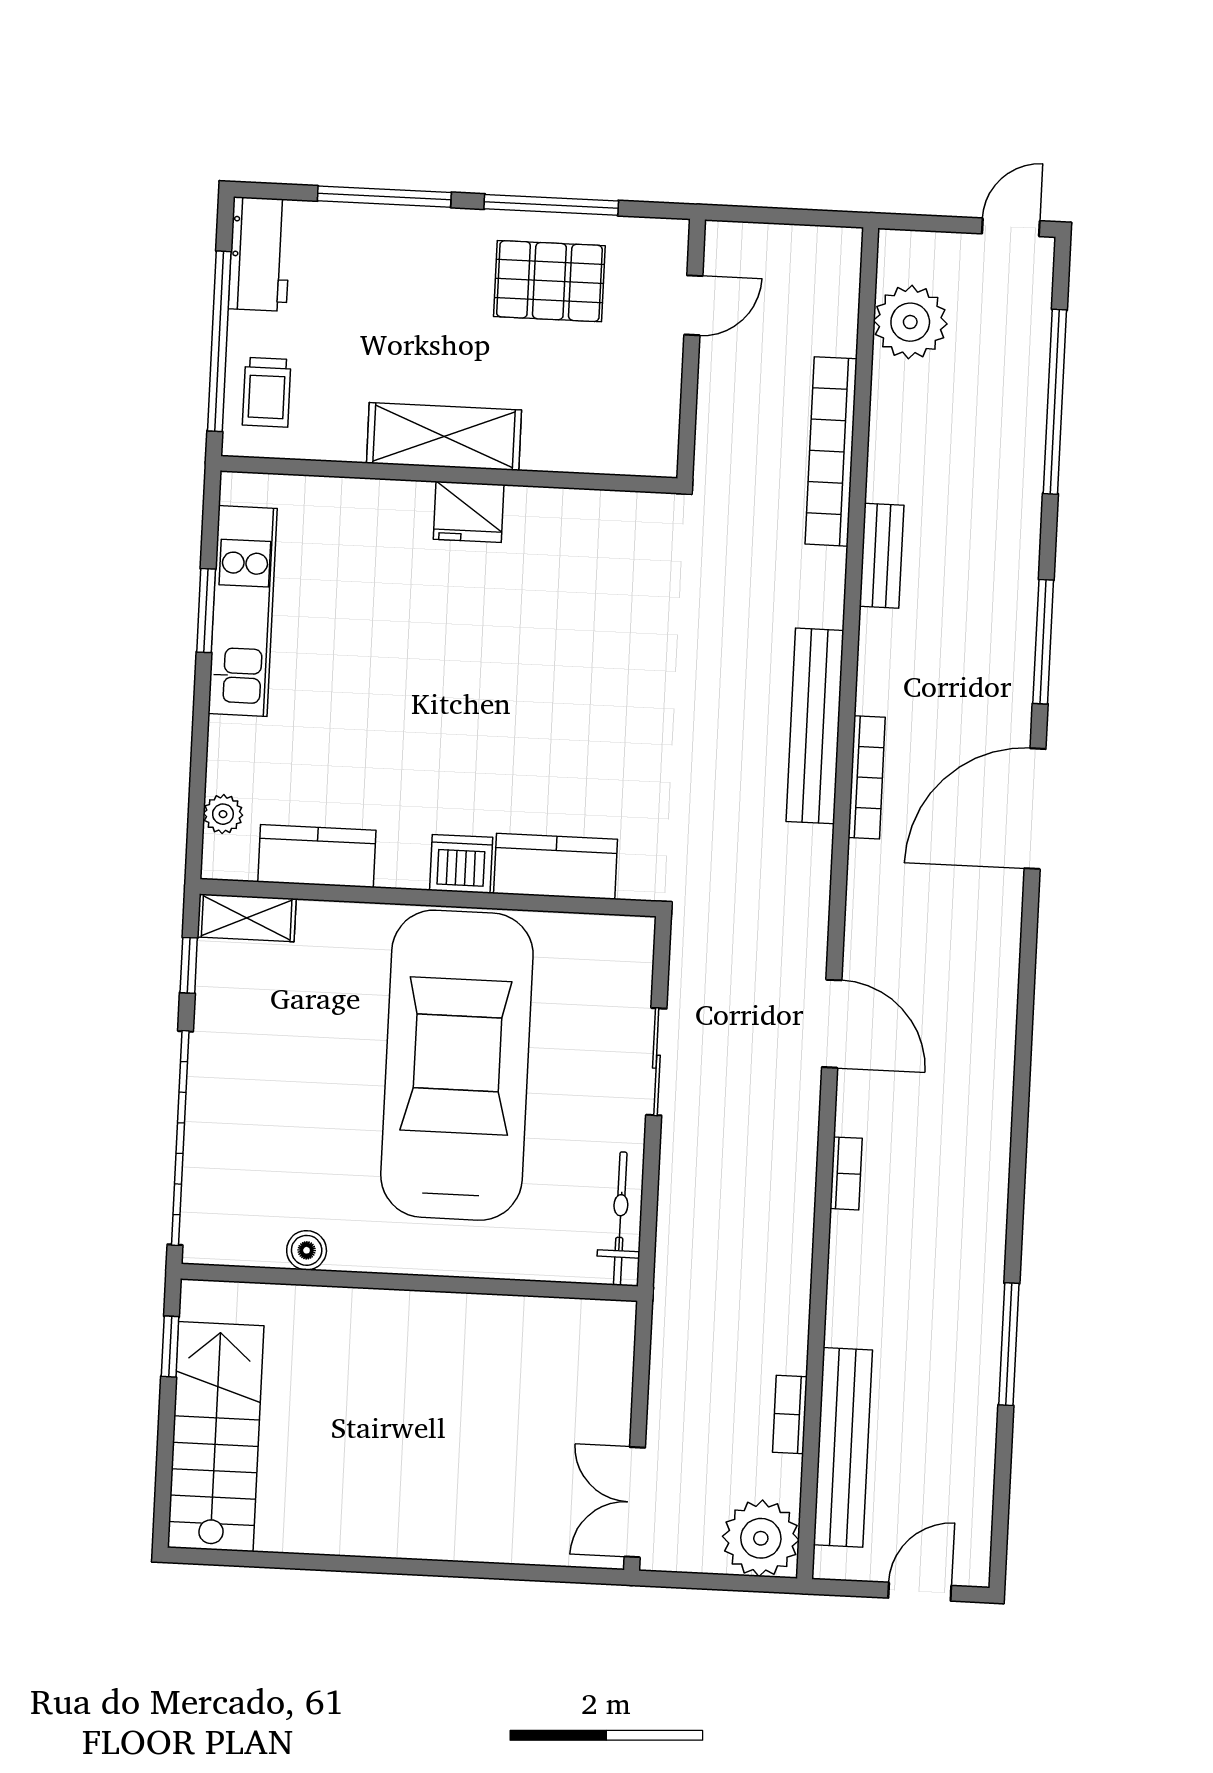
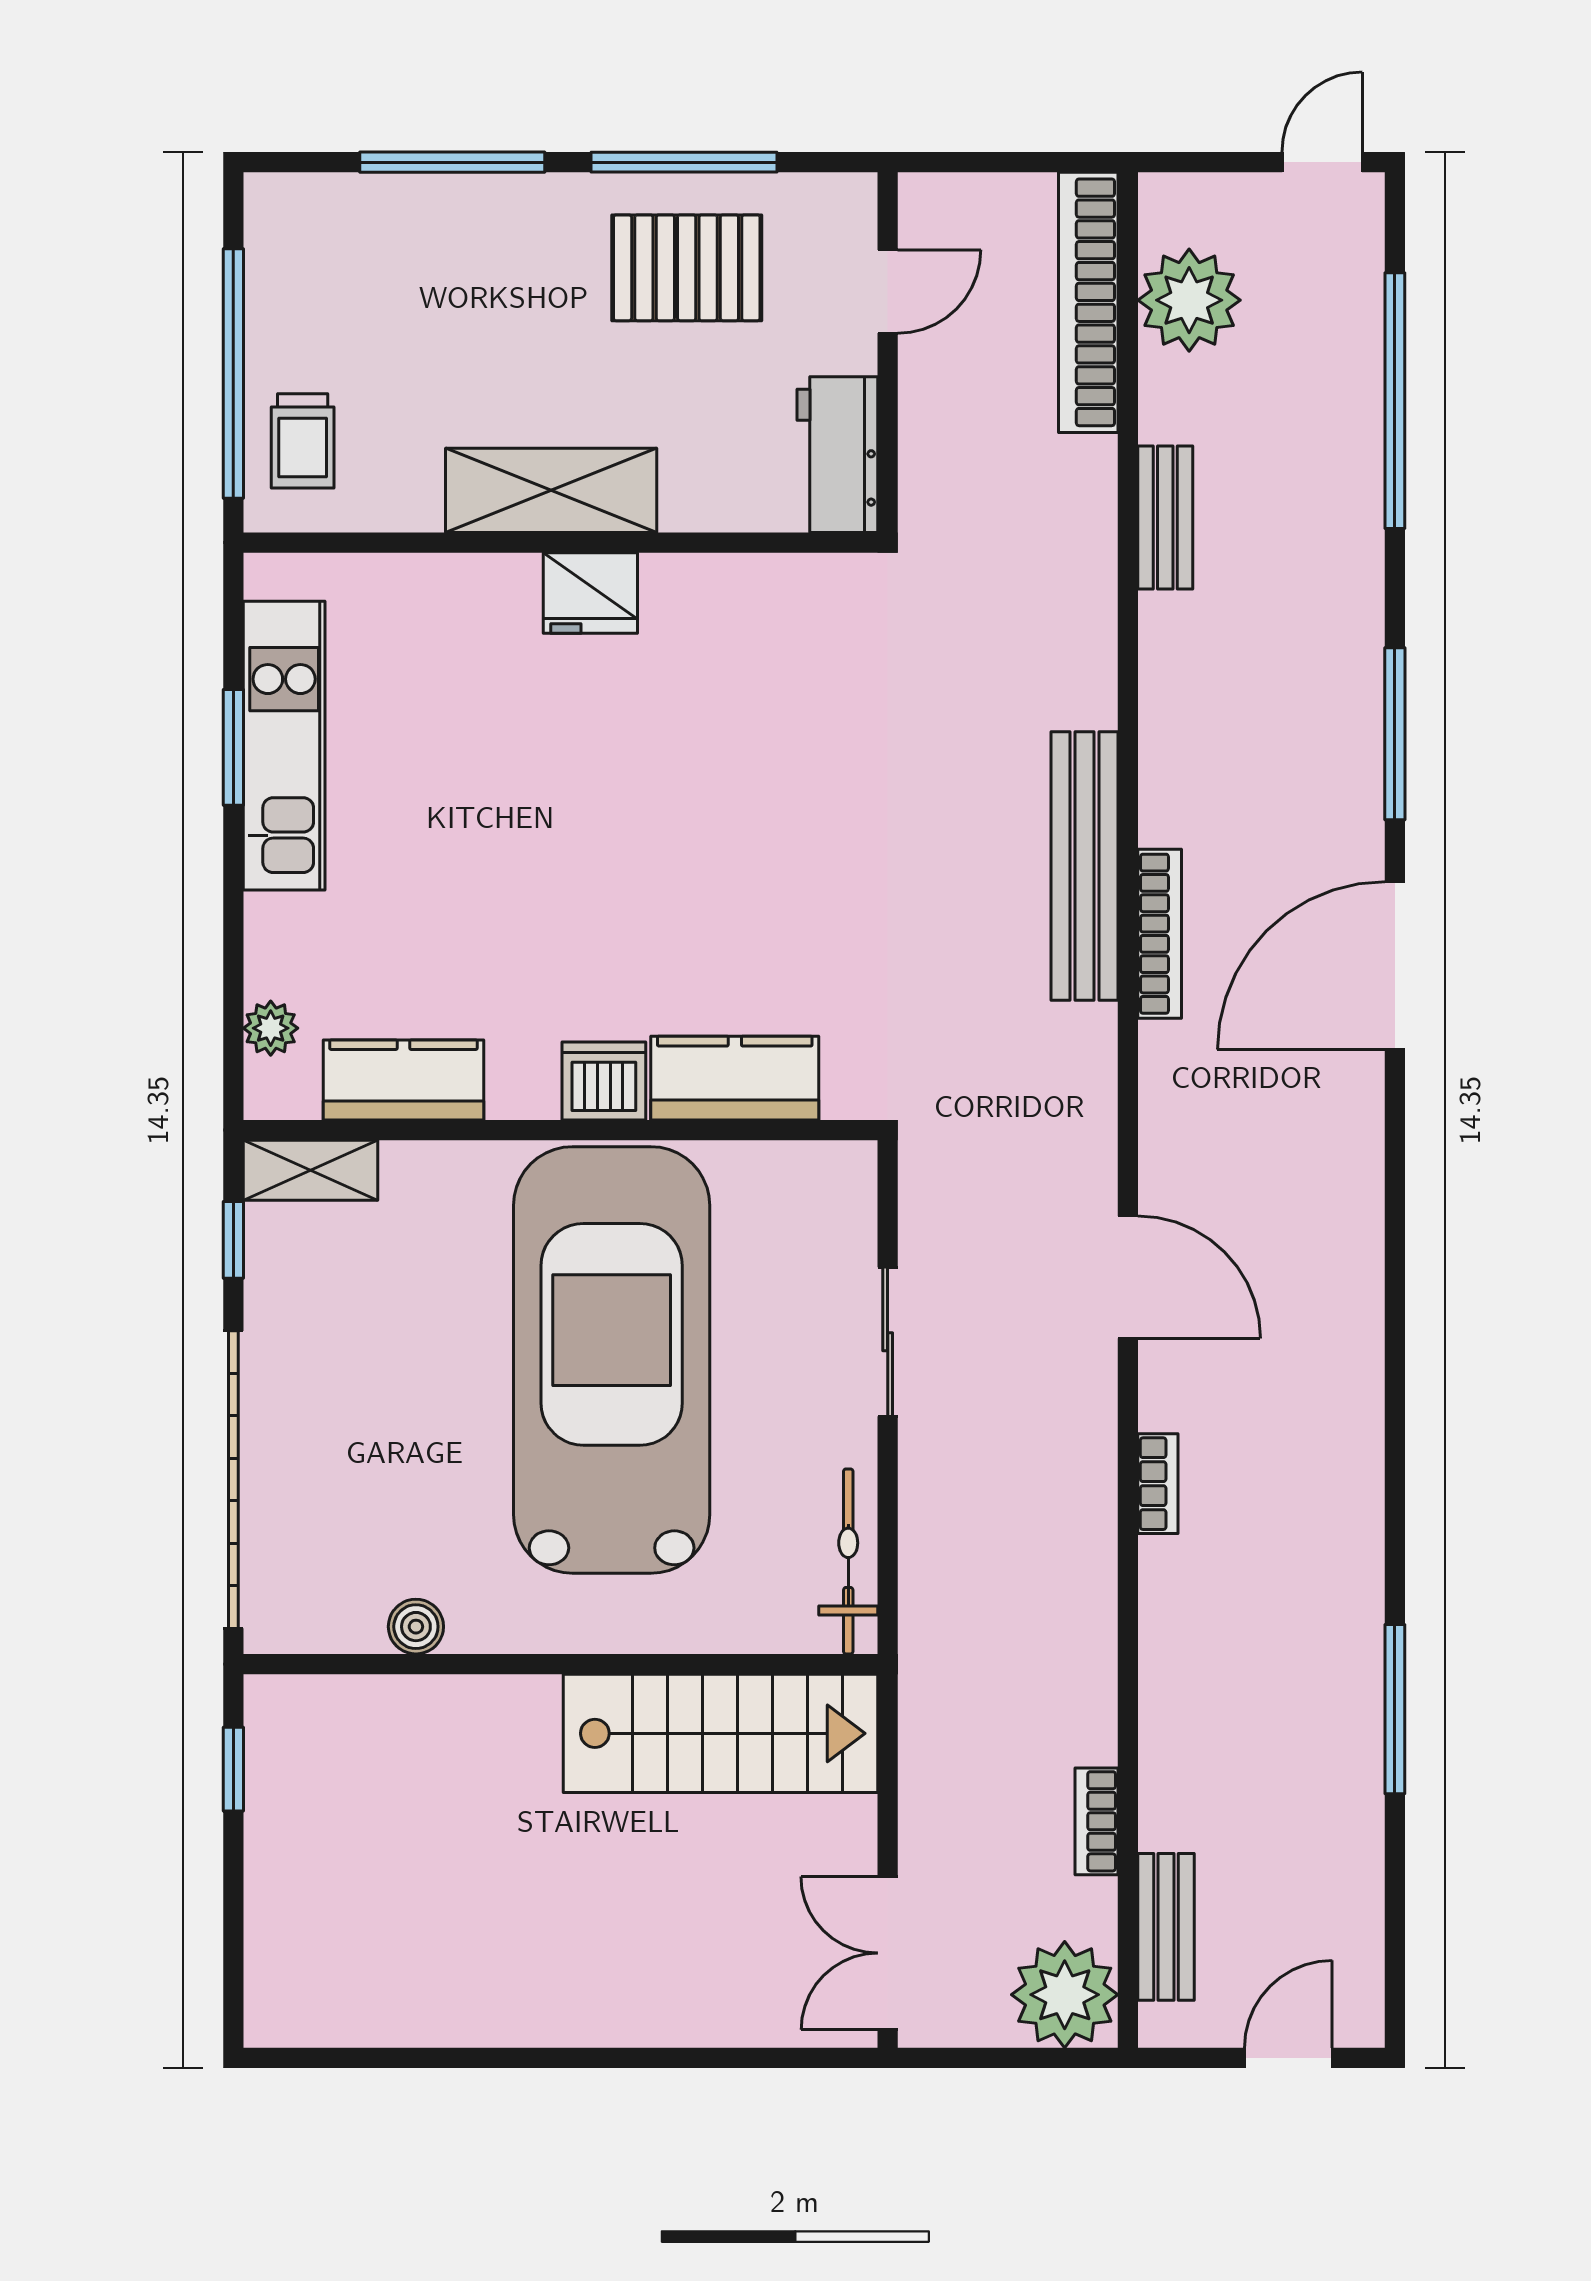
workbench: (260, 254) -> (837, 455), moved, turned 180
bookcase: (831, 451) -> (1088, 302), moved
bench: (882, 556) -> (1165, 517), moved
stairs: (216, 1437) -> (721, 1733), moved, turned 90
bench: (843, 1447) -> (1166, 1927), width x0.54, depth x0.82

